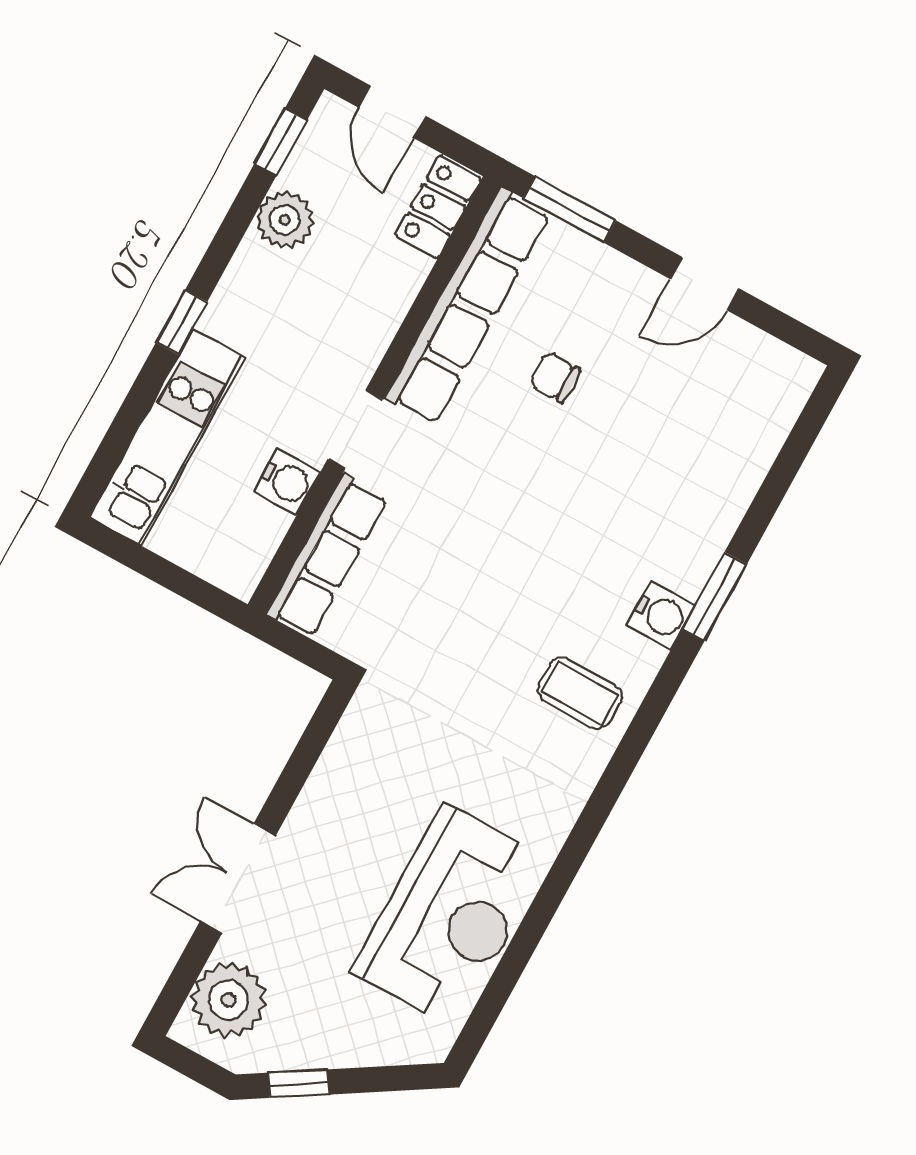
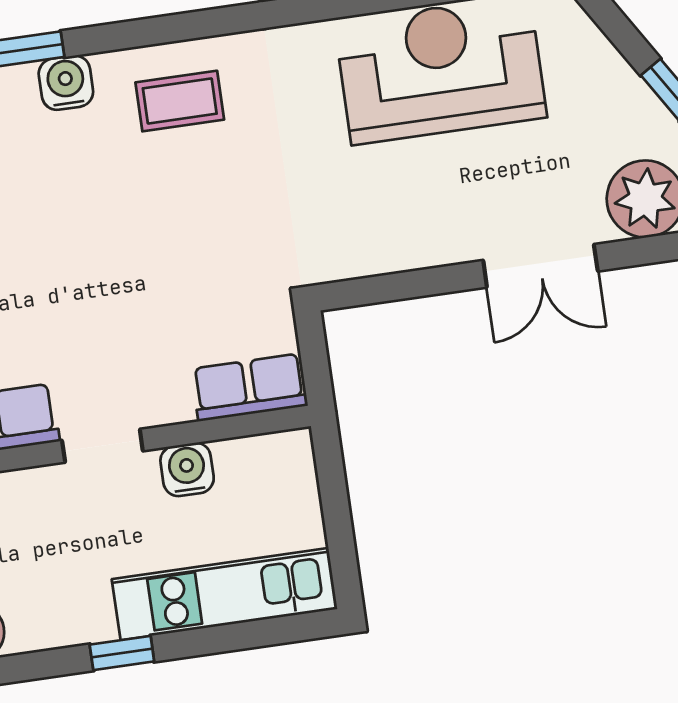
row of seats: (327, 556) -> (249, 387), width x0.68
coffee table: (580, 693) -> (180, 101), turned 90

